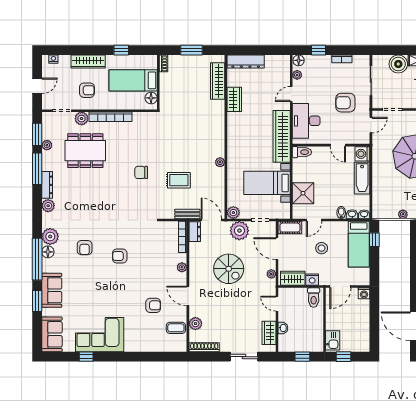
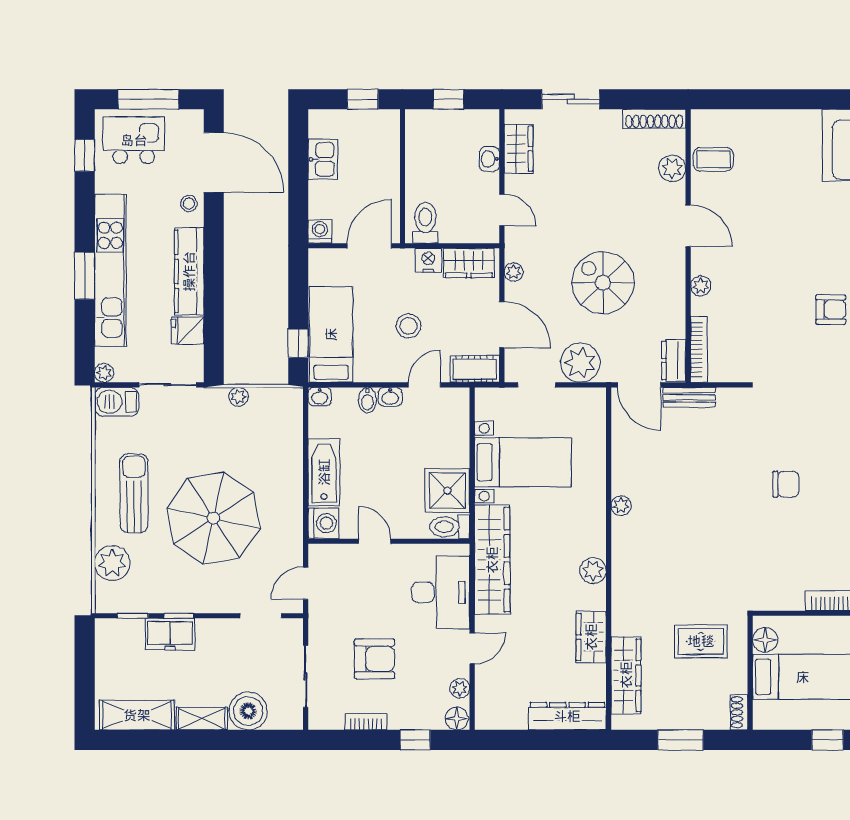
armchair: (345, 103) -> (374, 659), moved
rug: (179, 180) -> (701, 641), moved
shower: (303, 193) -> (447, 491), moved
plant: (233, 213) -> (593, 571), moved
washbasin: (352, 214) -> (390, 397), moved
armchair: (153, 305) -> (761, 206), removed
kitchen sink: (333, 340) -> (323, 159), moved, turned 180

